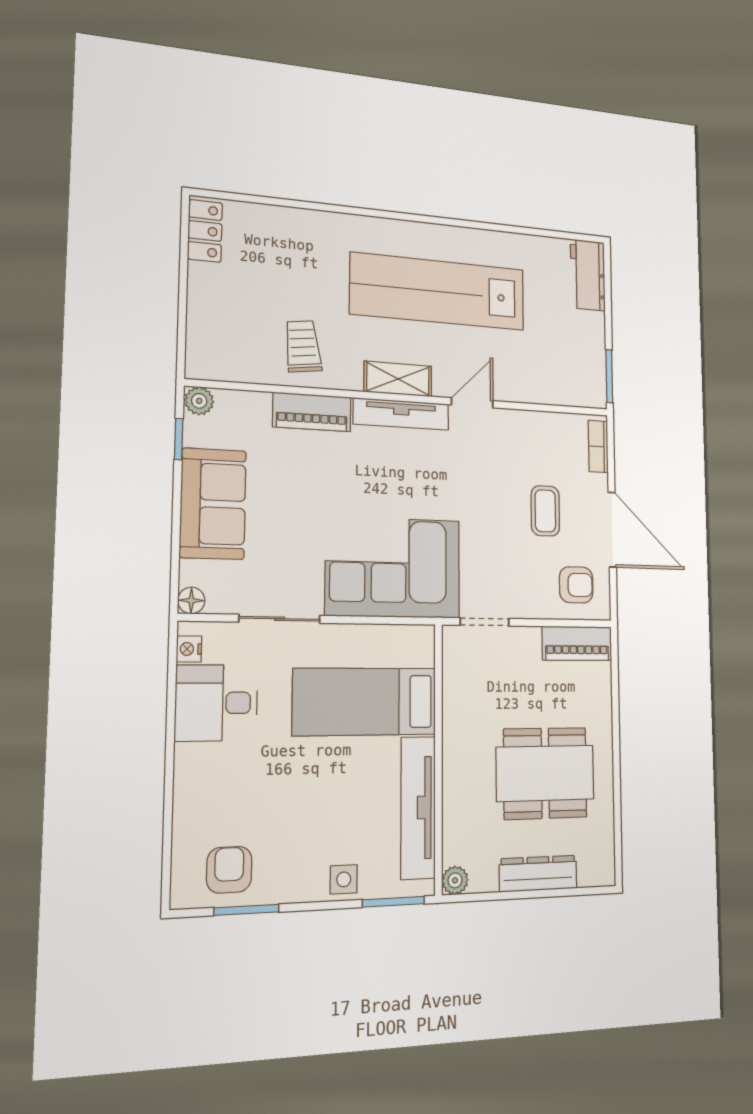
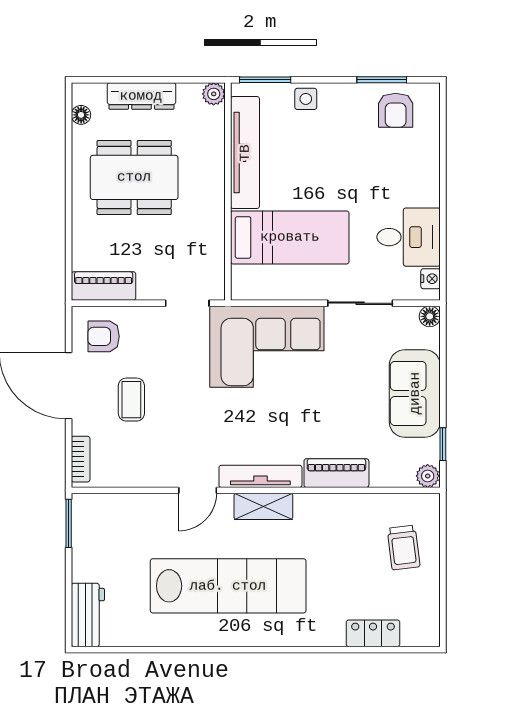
locker: (205, 231) -> (373, 633), moved, turned 90
trolley: (303, 346) -> (404, 548), moved
floor lamp: (605, 847) -> (81, 115), added

